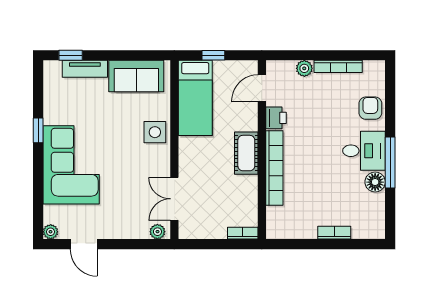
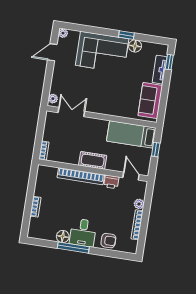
floor lamp: (53, 114) -> (135, 46), added
side table: (155, 132) -> (114, 106), removed

